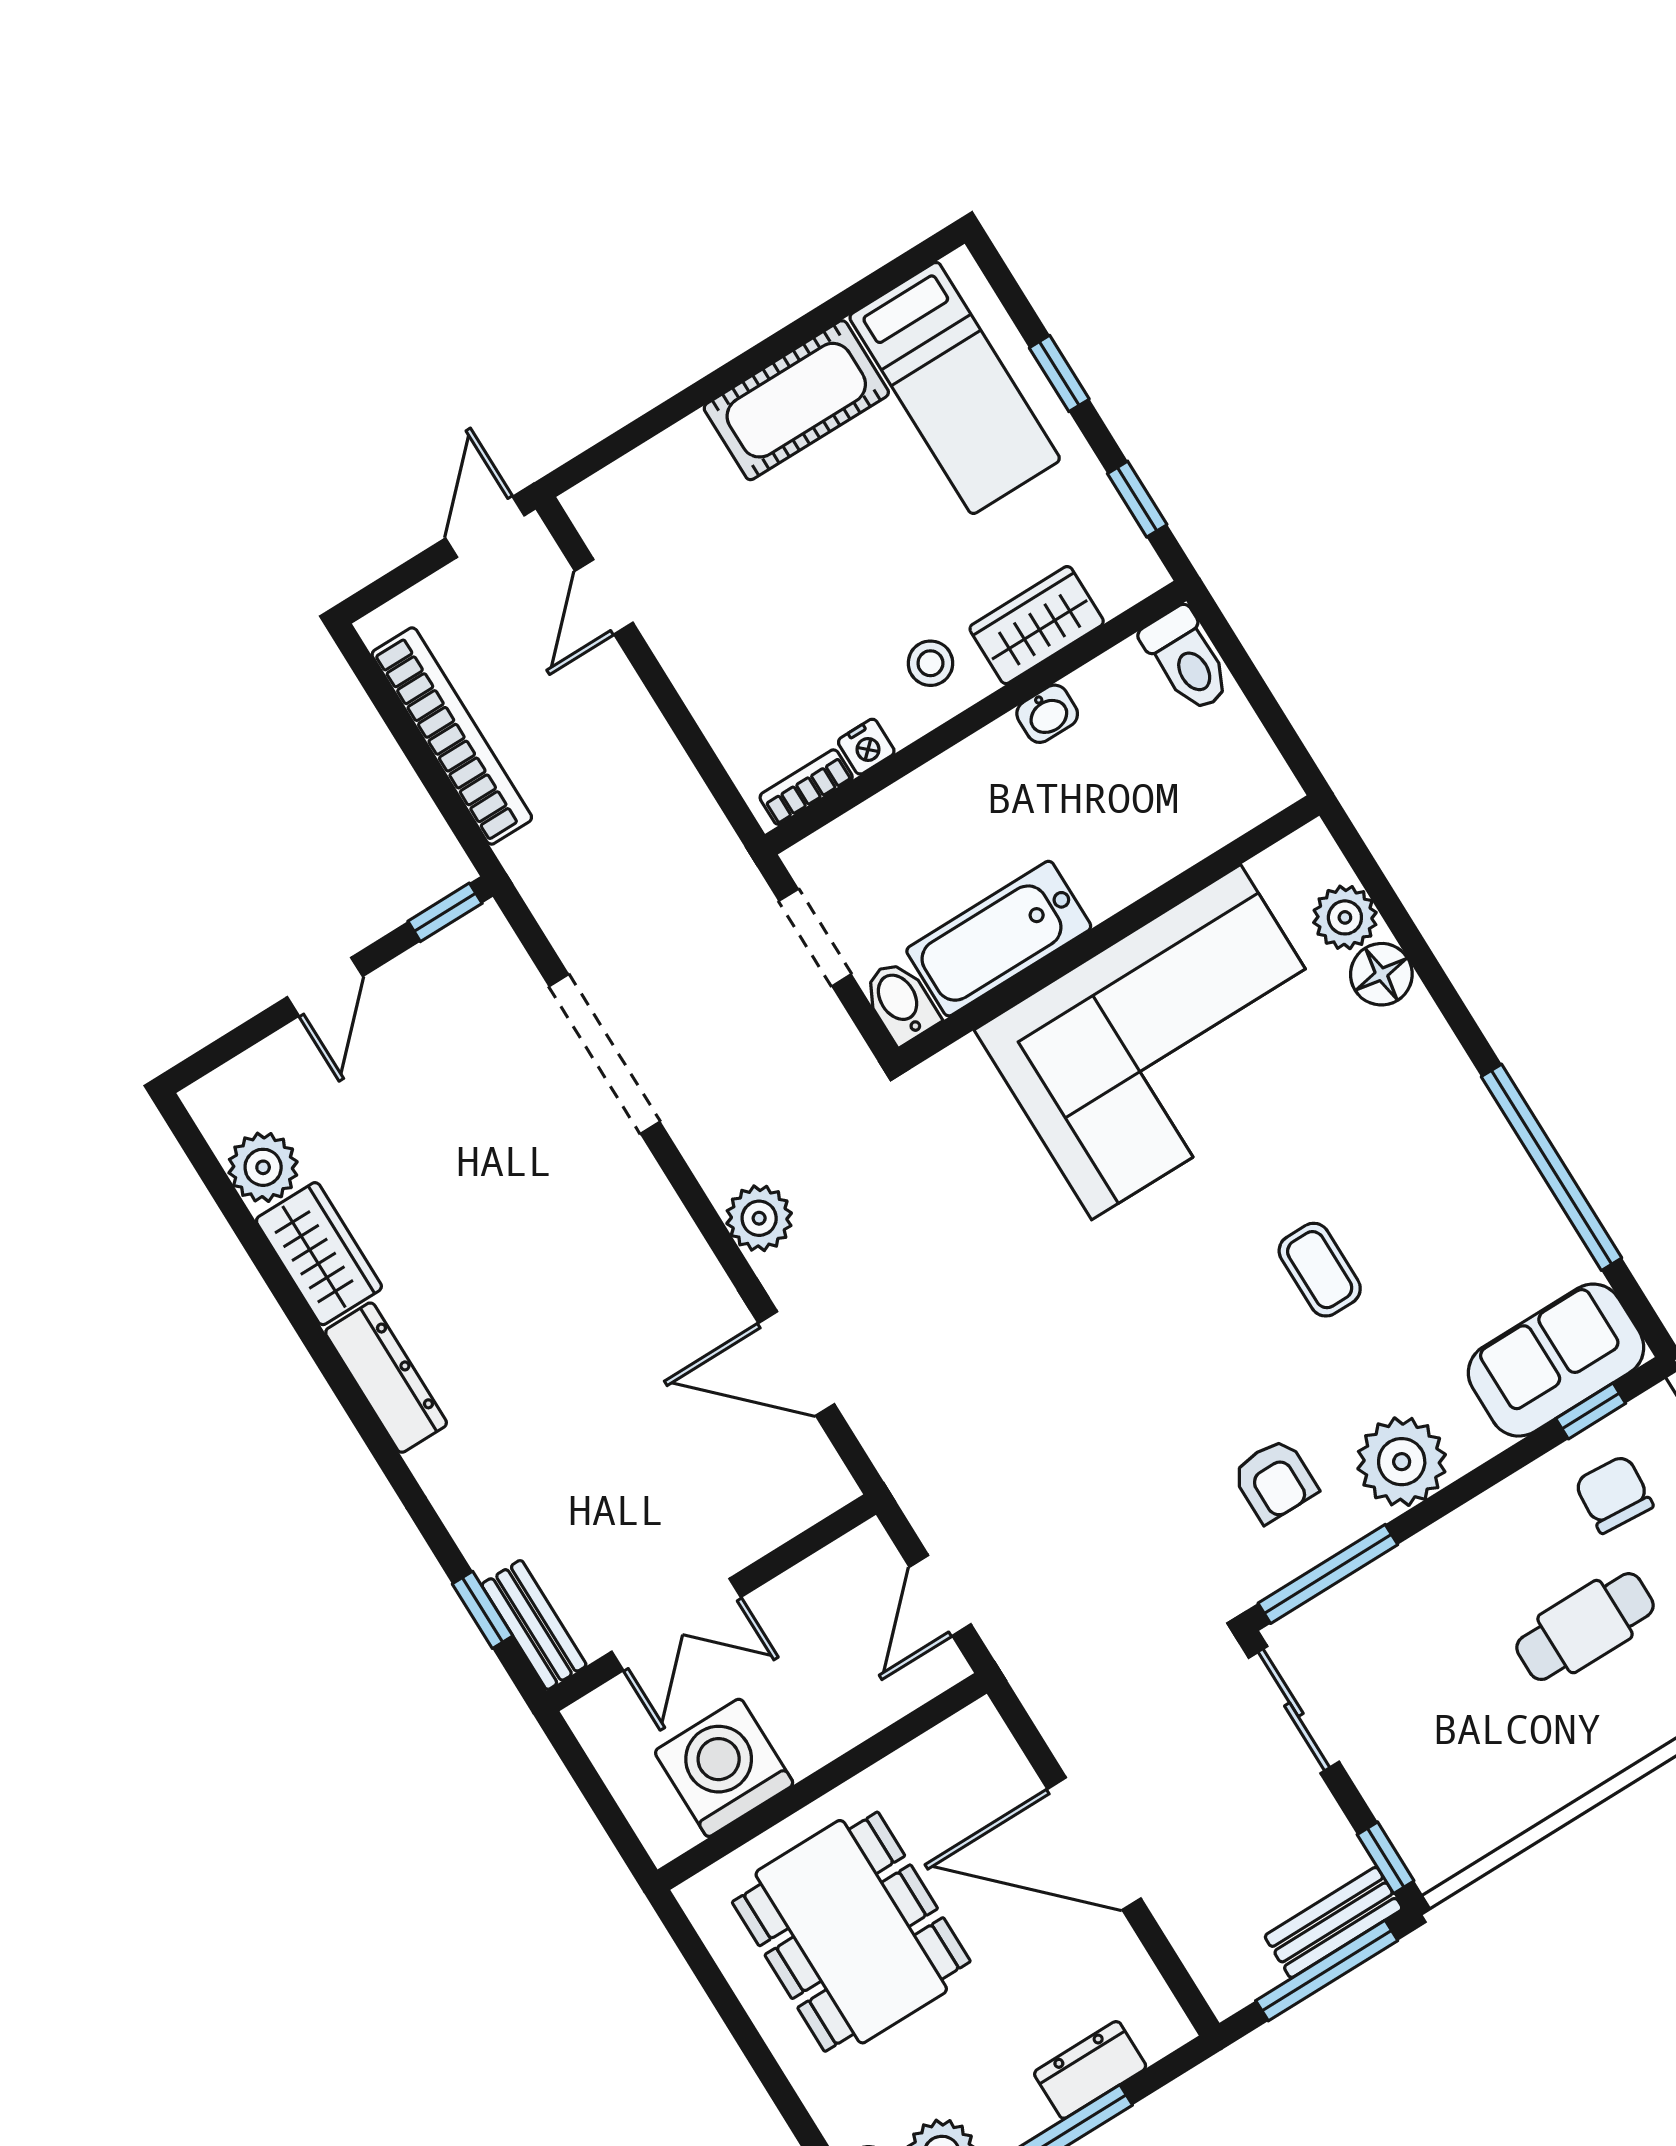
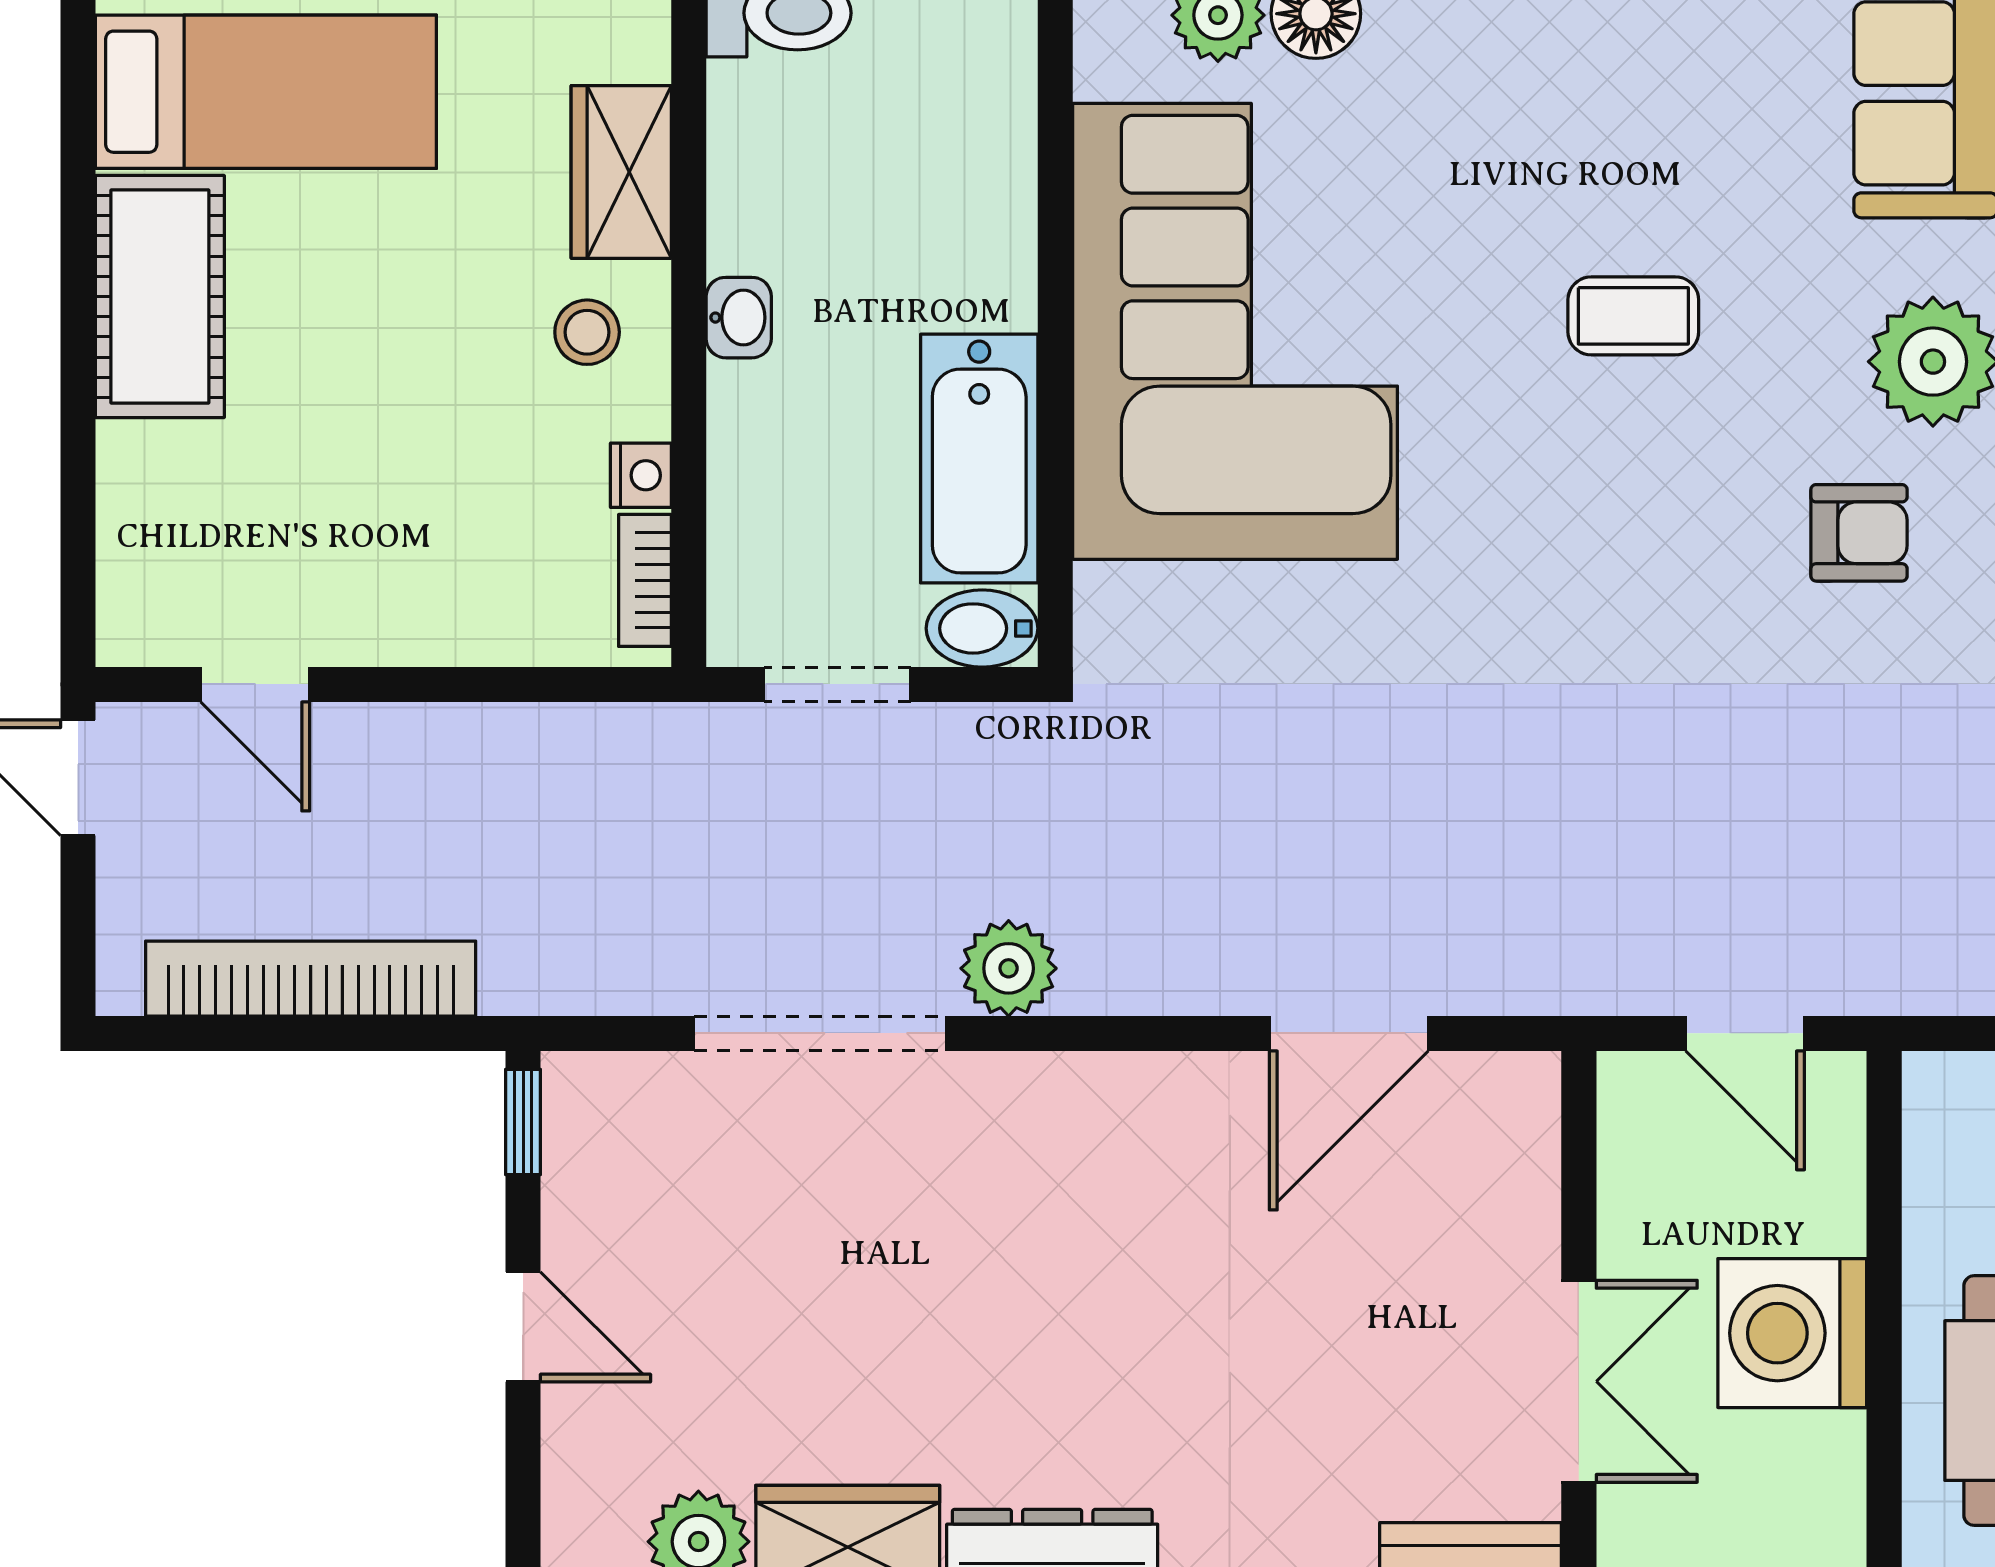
washbasin: (1047, 714) -> (739, 318), moved
plant: (759, 1218) -> (1009, 968), moved
washing machine: (724, 1768) -> (1792, 1333), moved

